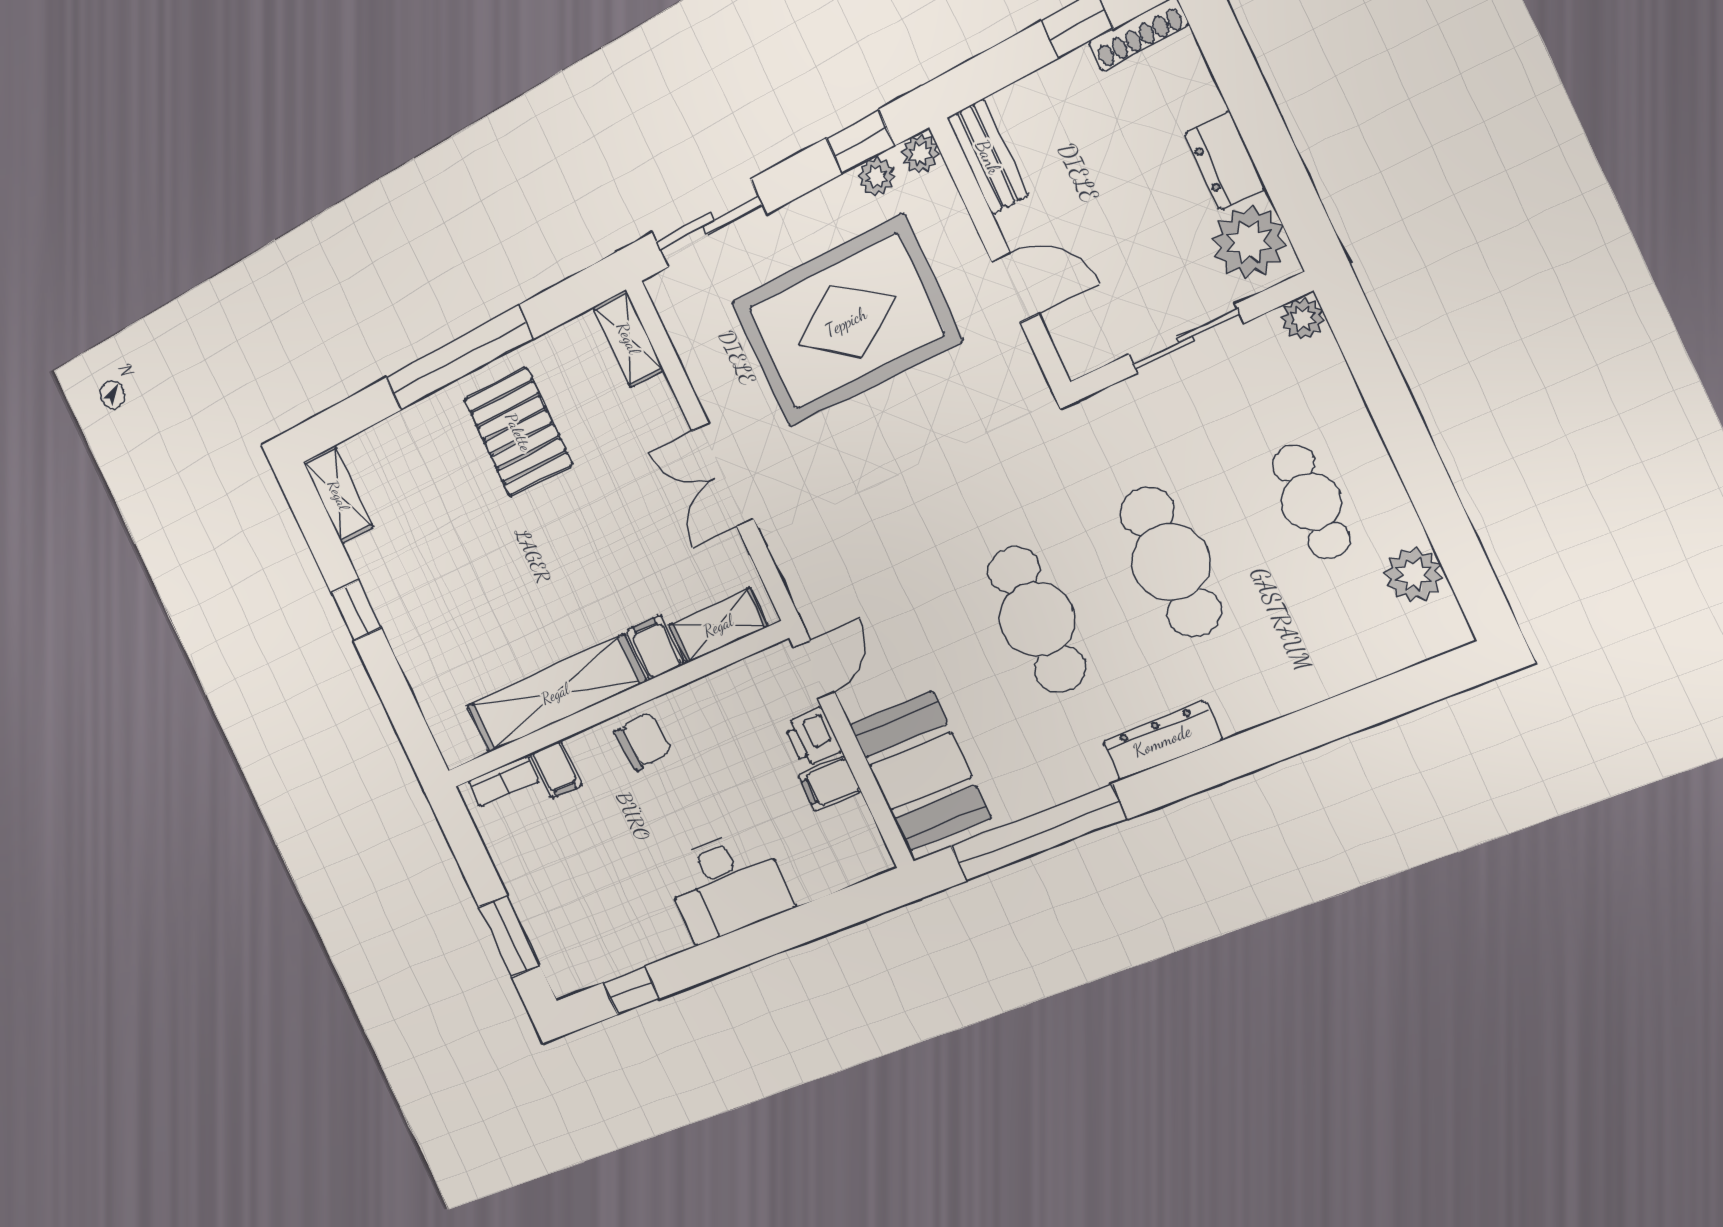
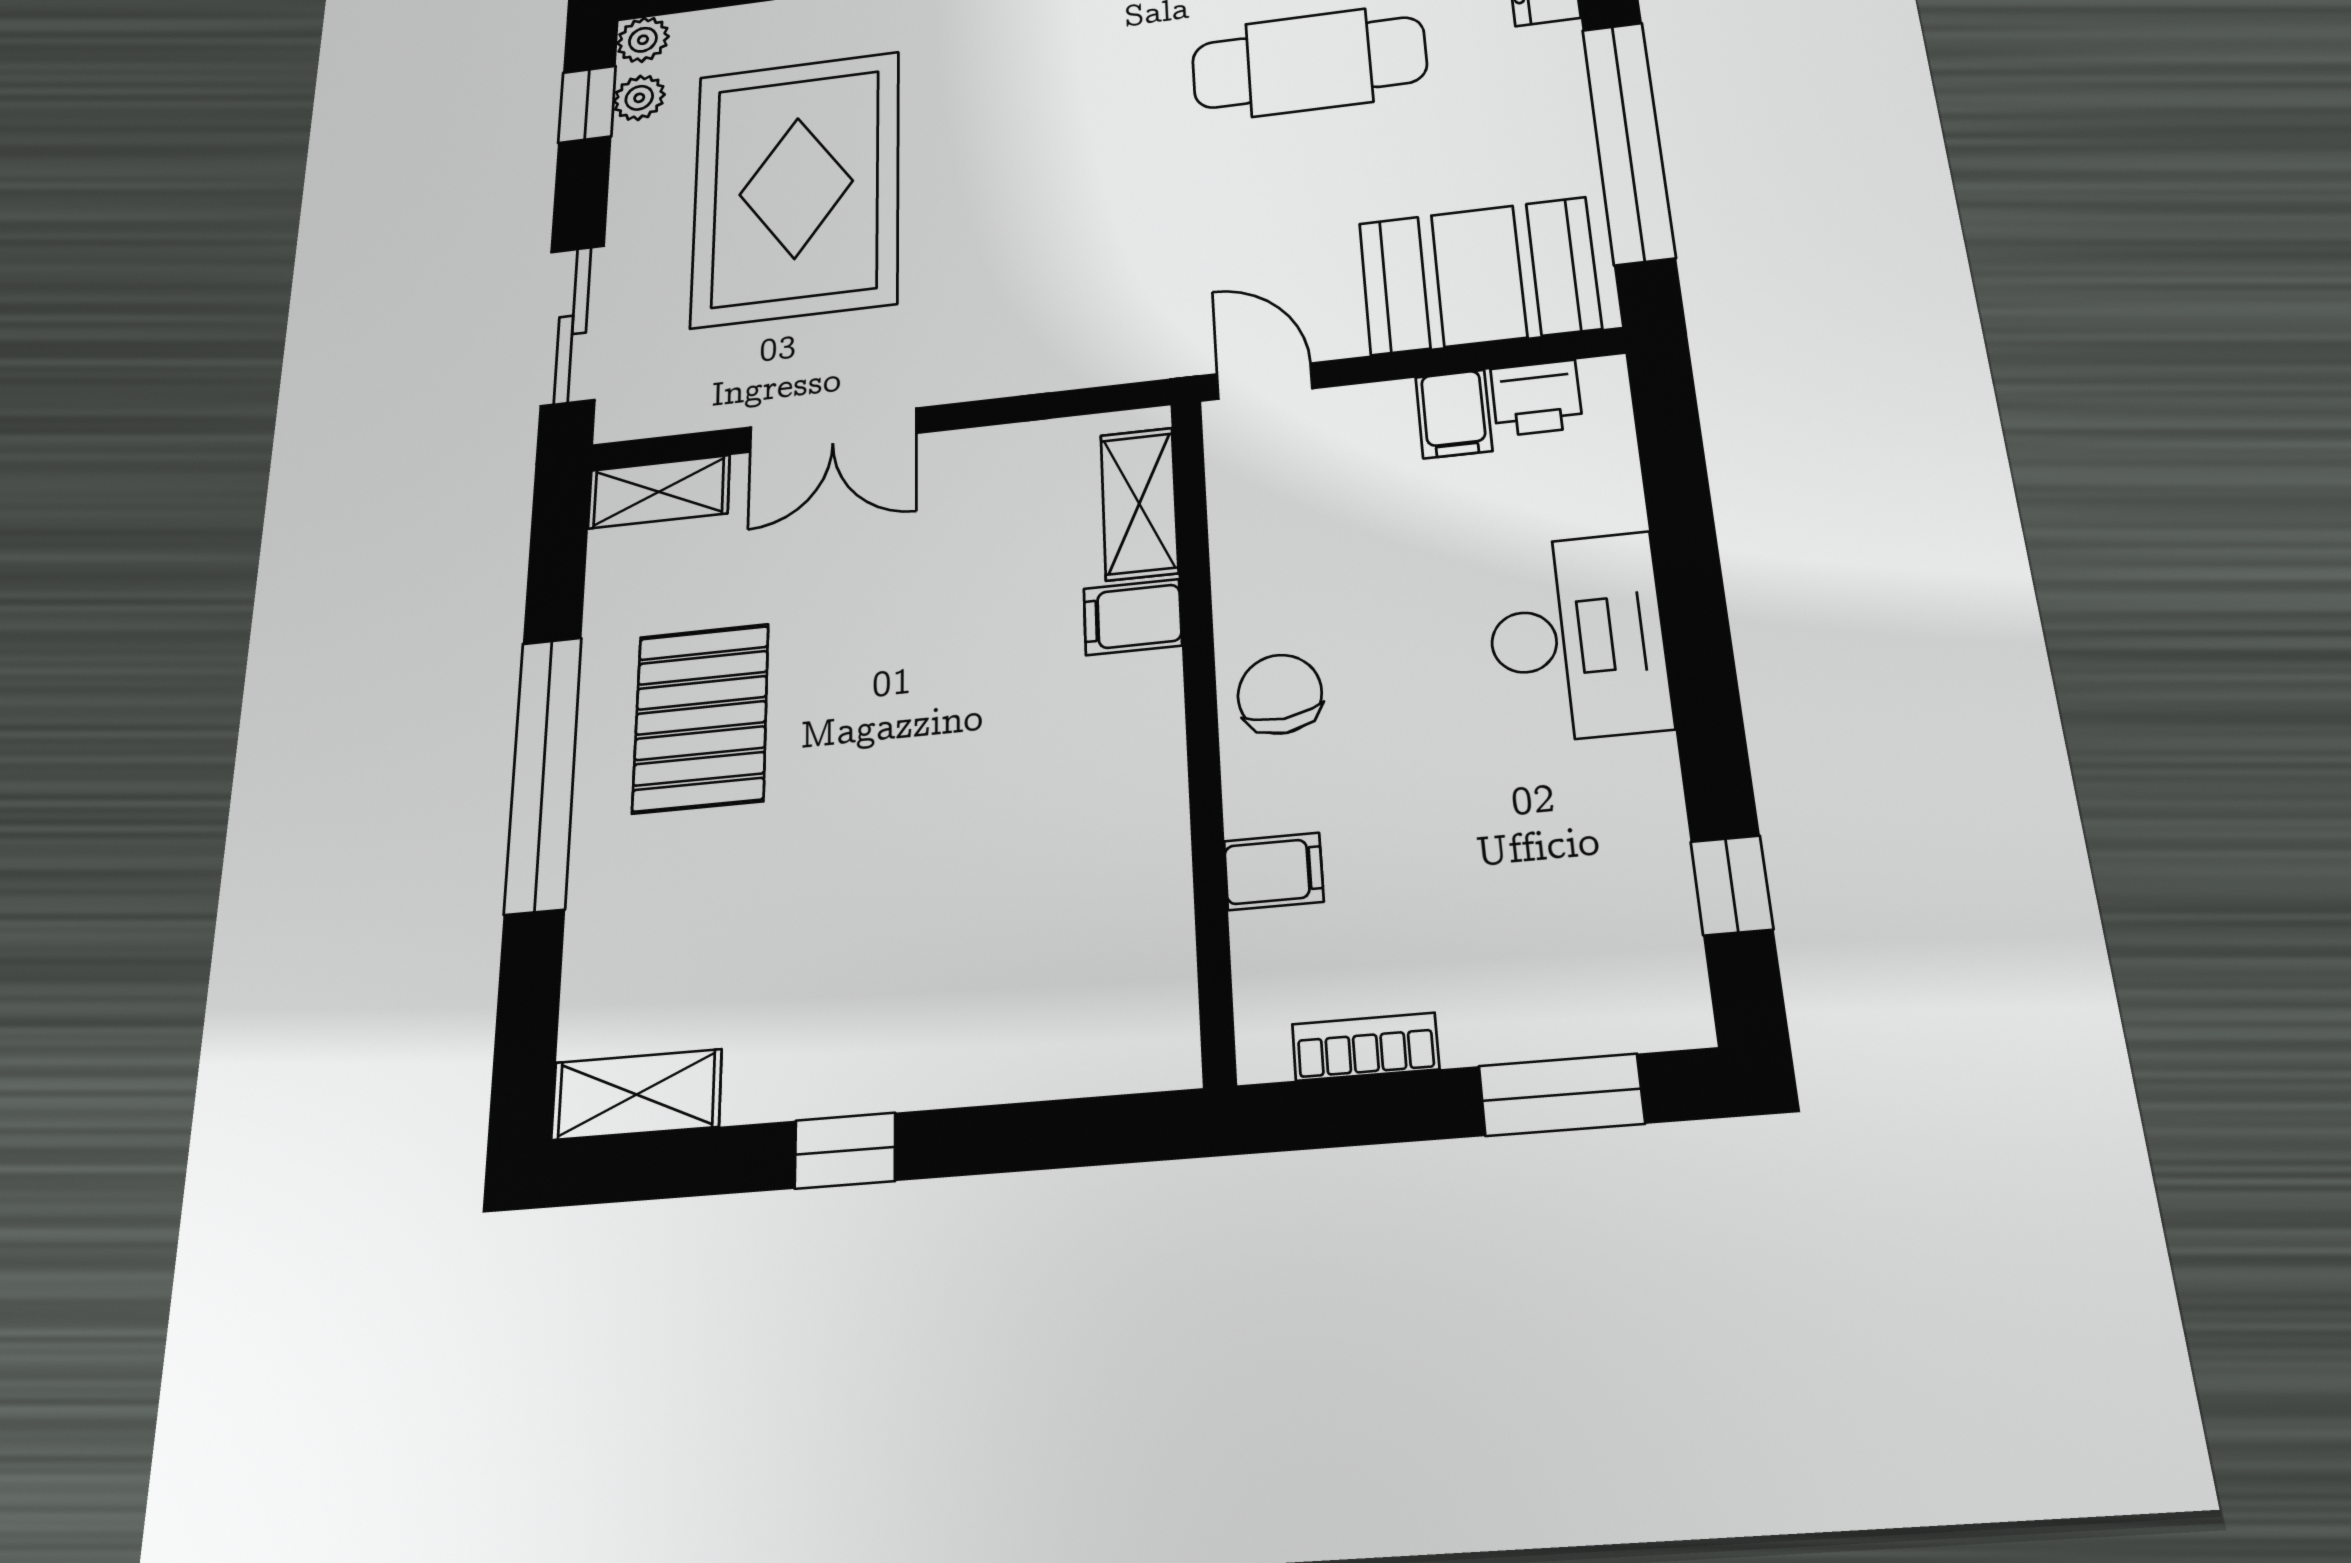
pallet: (518, 432) -> (701, 718), turned 90
double door: (723, 475) -> (833, 430), moved
shelving: (555, 694) -> (1142, 820), removed
printer: (813, 737) -> (1536, 398), moved
bookcase: (504, 781) -> (1365, 1047), moved, turned -90

